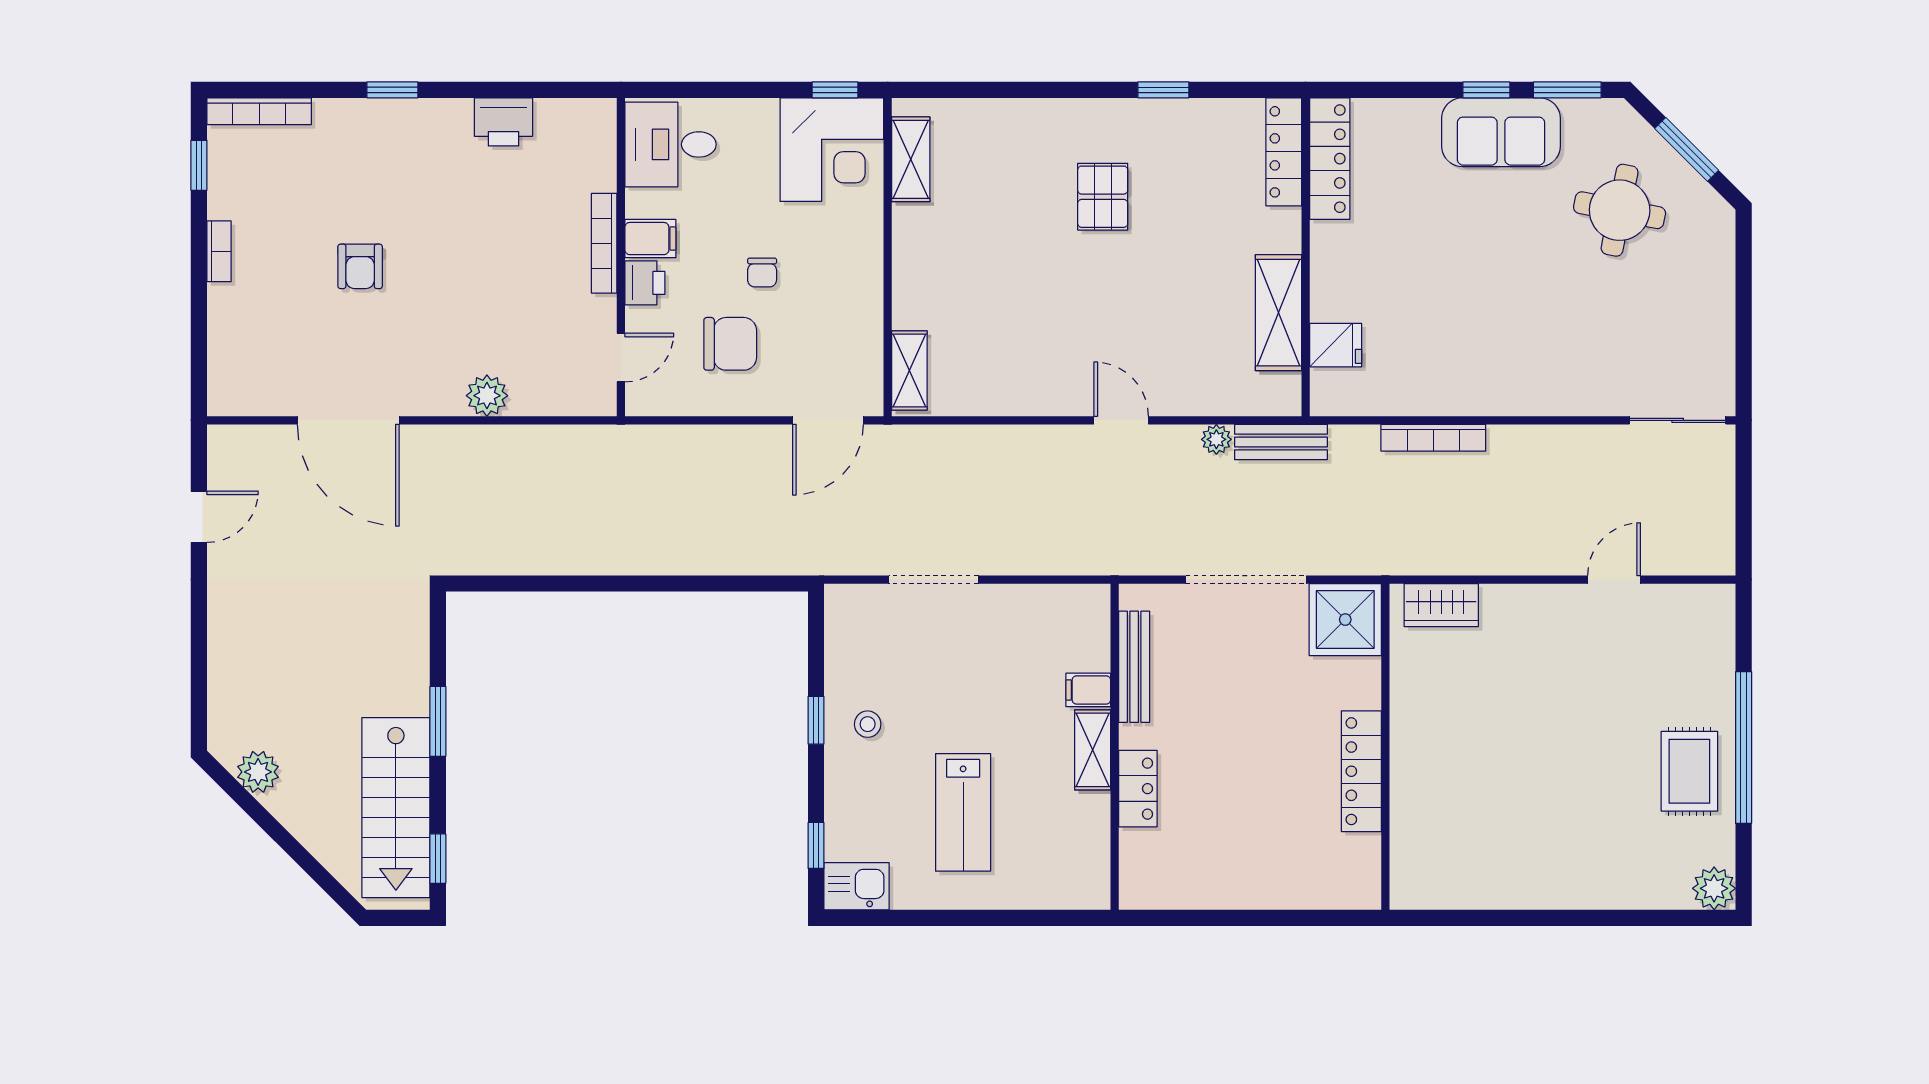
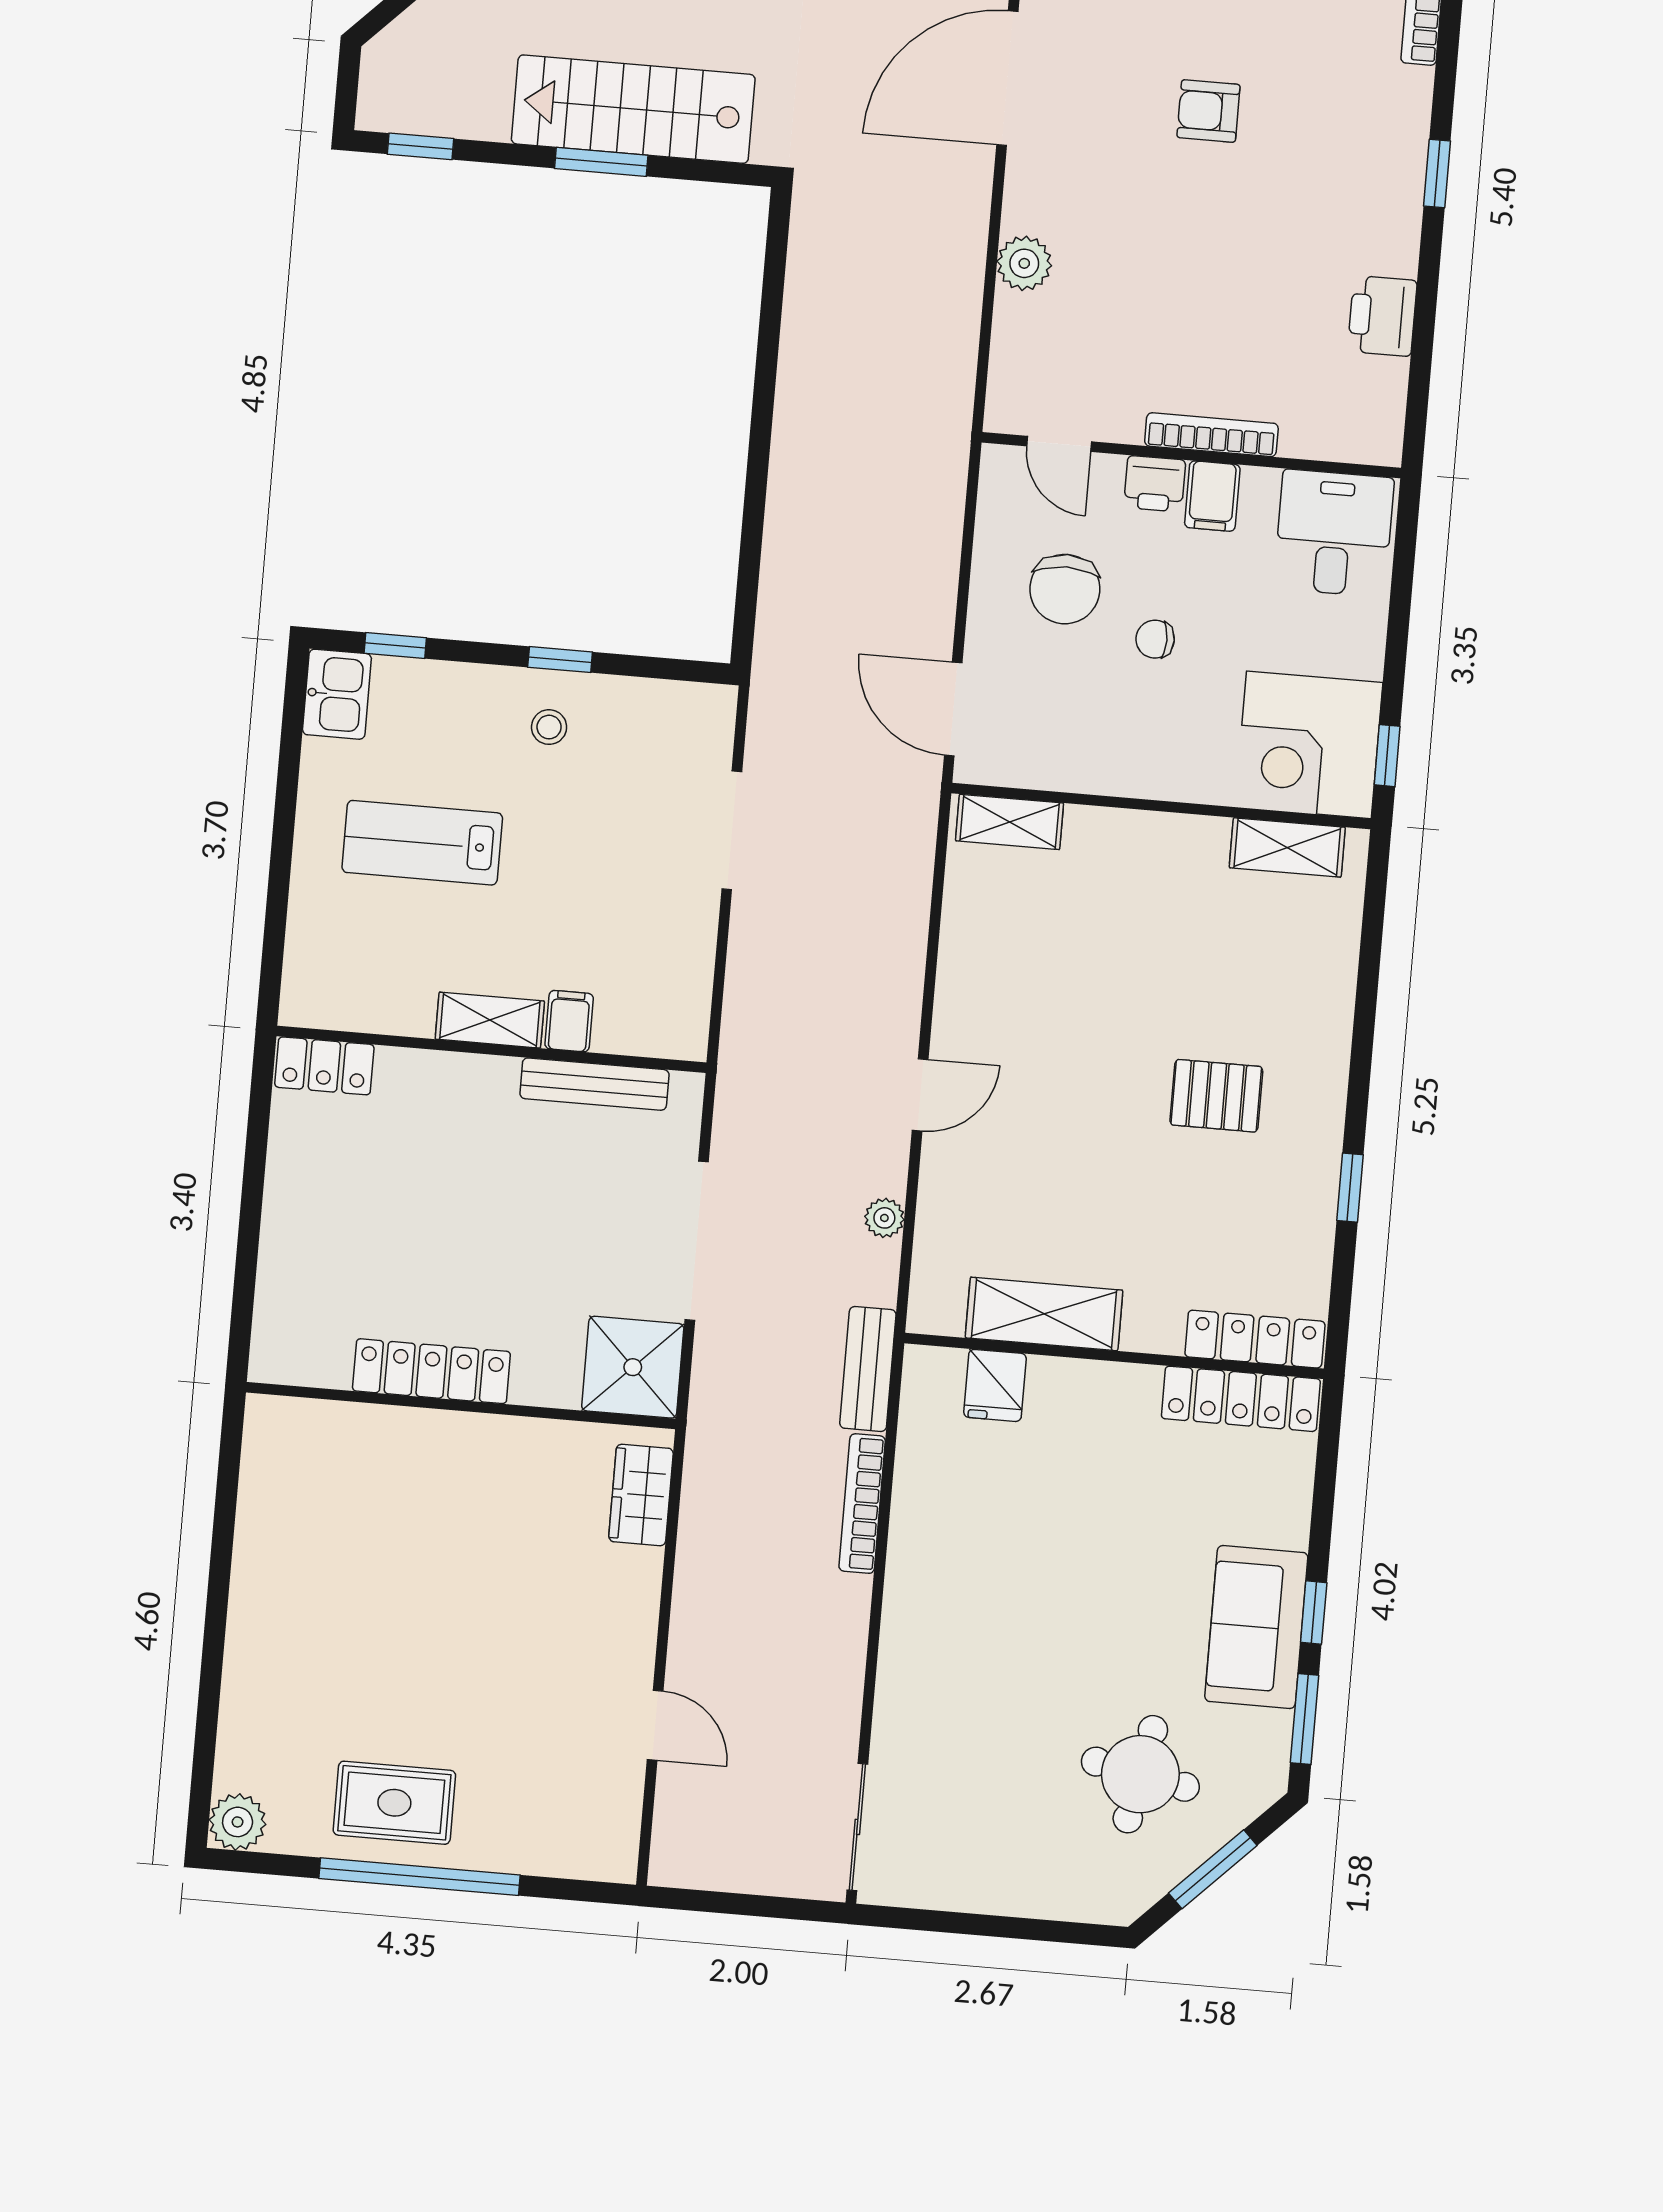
bench: (1281, 442) -> (868, 1369), moved
locker: (1138, 789) -> (324, 1066), moved
stairs: (396, 808) -> (633, 109), moved

